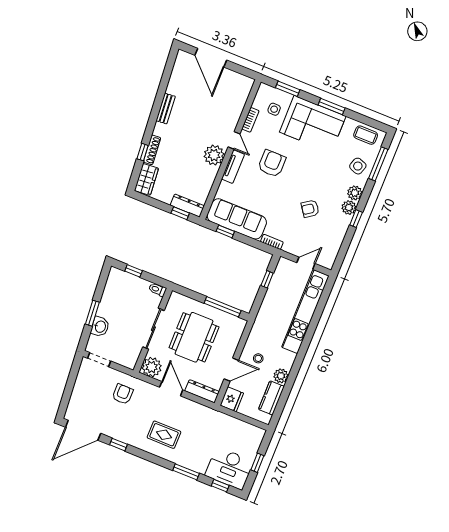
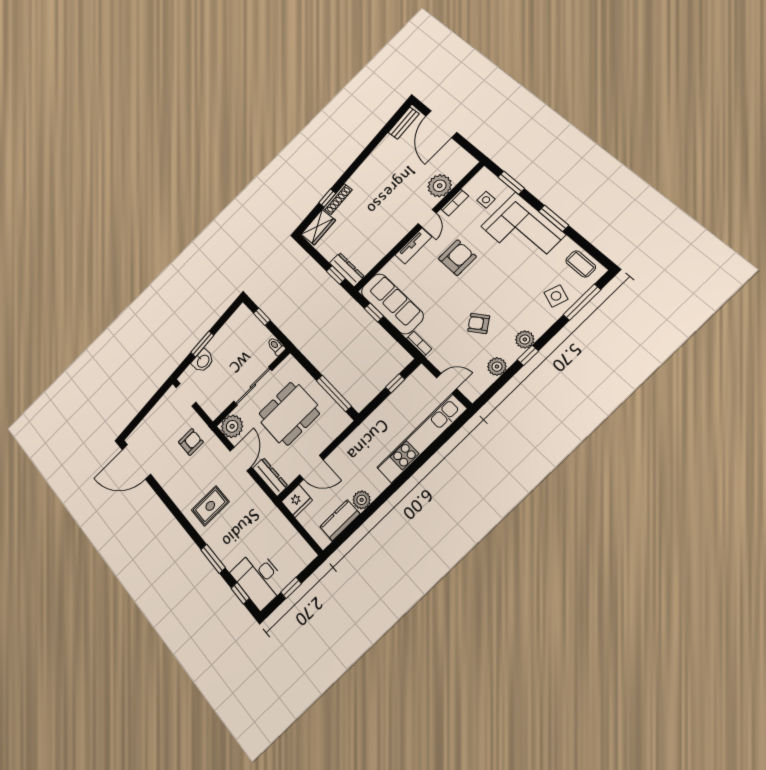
bench: (166, 109) -> (404, 123), moved
plant: (214, 155) -> (440, 186), moved
plant: (355, 193) -> (497, 367), moved
stool: (258, 358) -> (346, 468), removed
rug: (164, 435) -> (210, 506), turned 90
window: (118, 445) -> (162, 494), removed

